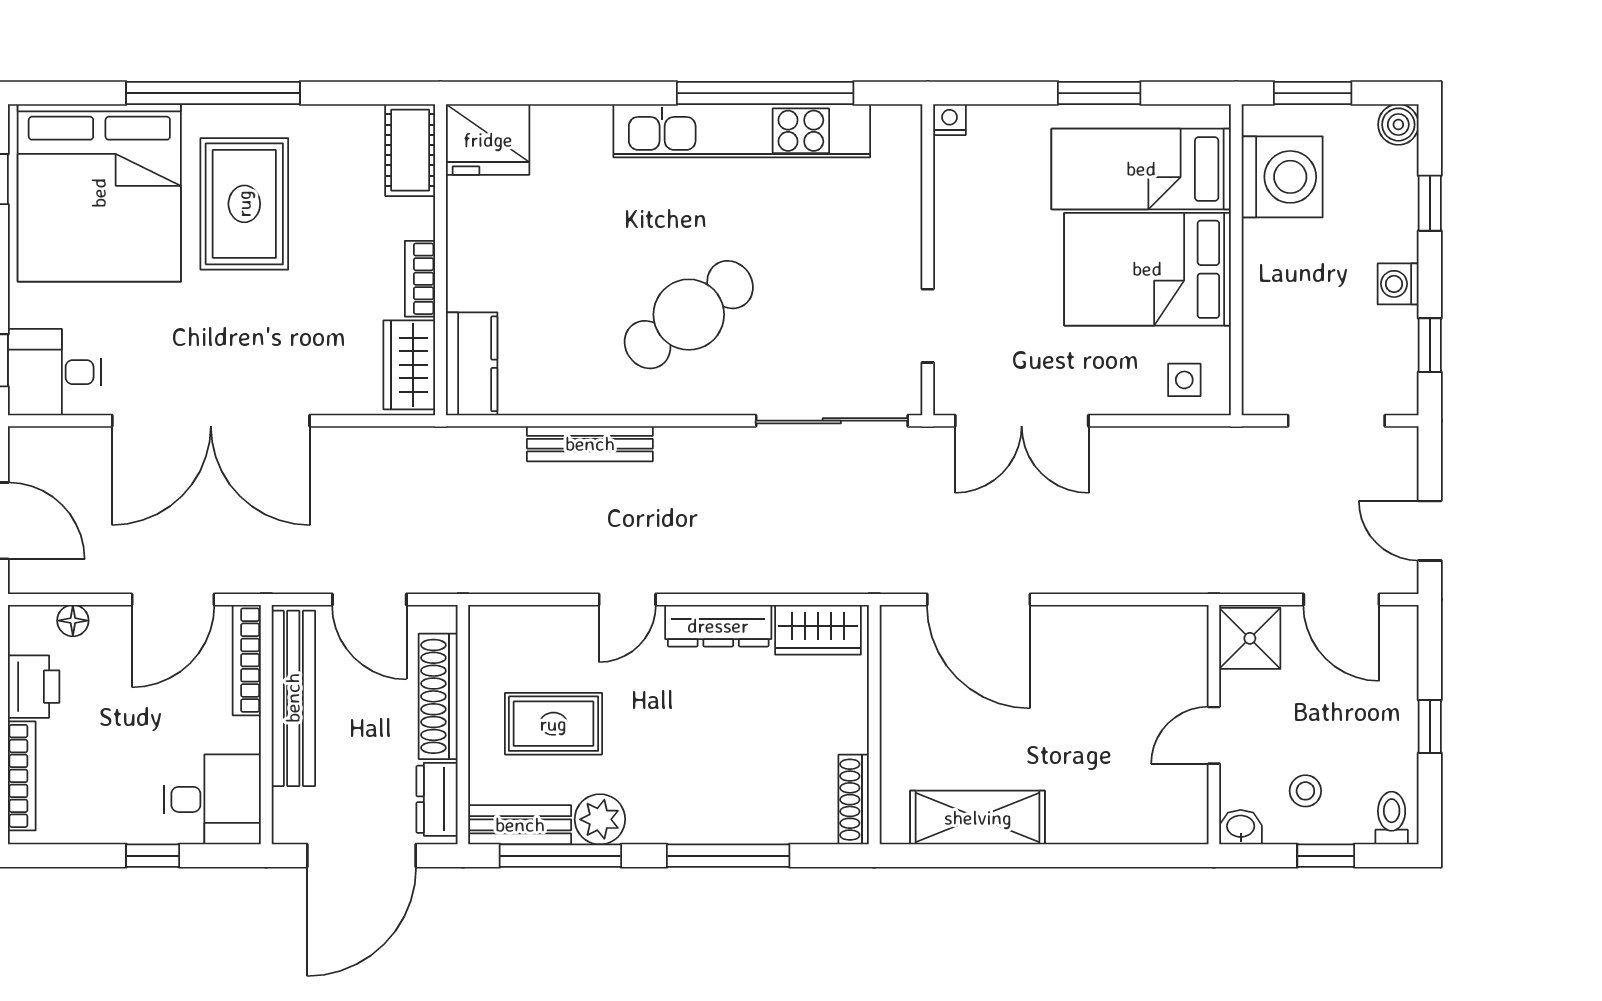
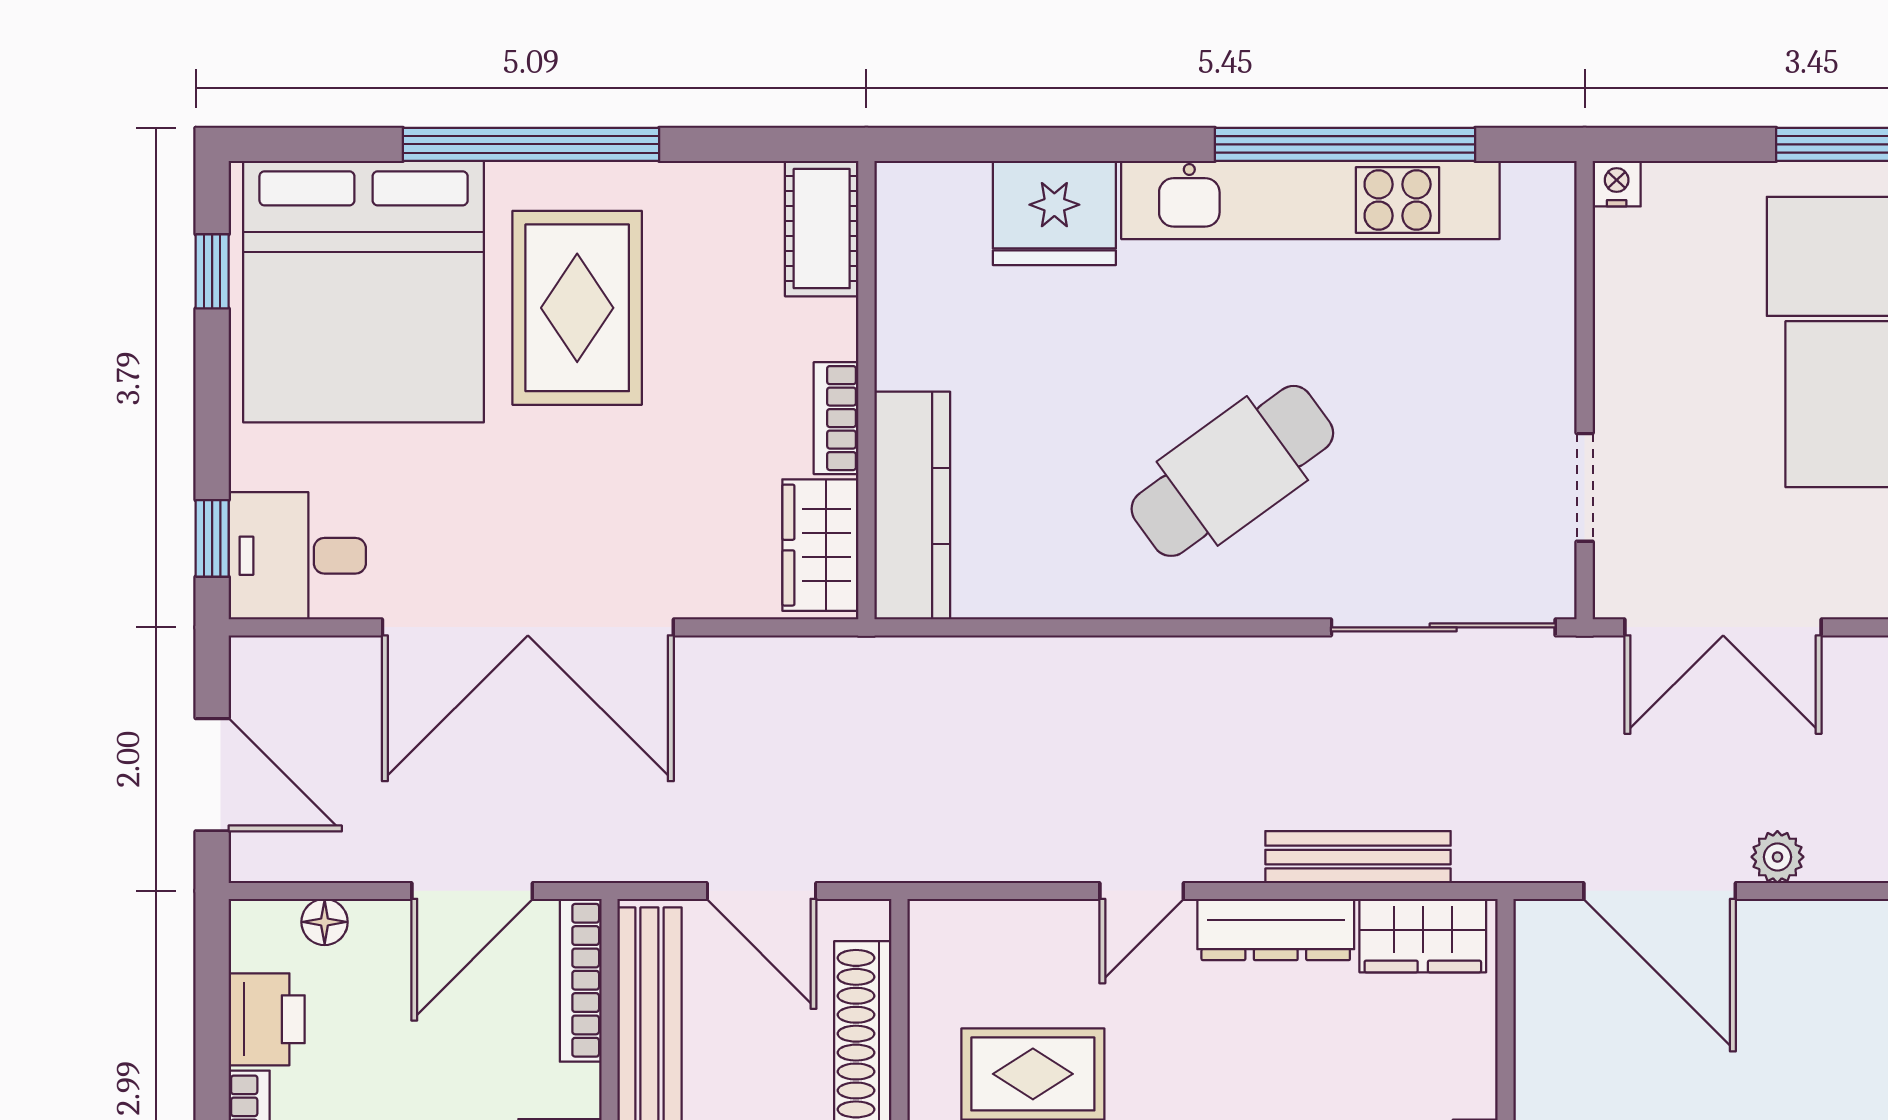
fridge: (488, 140) -> (1054, 213), moved
kitchen counter: (472, 364) -> (912, 506), width x1.50
bench: (590, 444) -> (1358, 857), moved
plant: (1059, 577) -> (1777, 857), added

